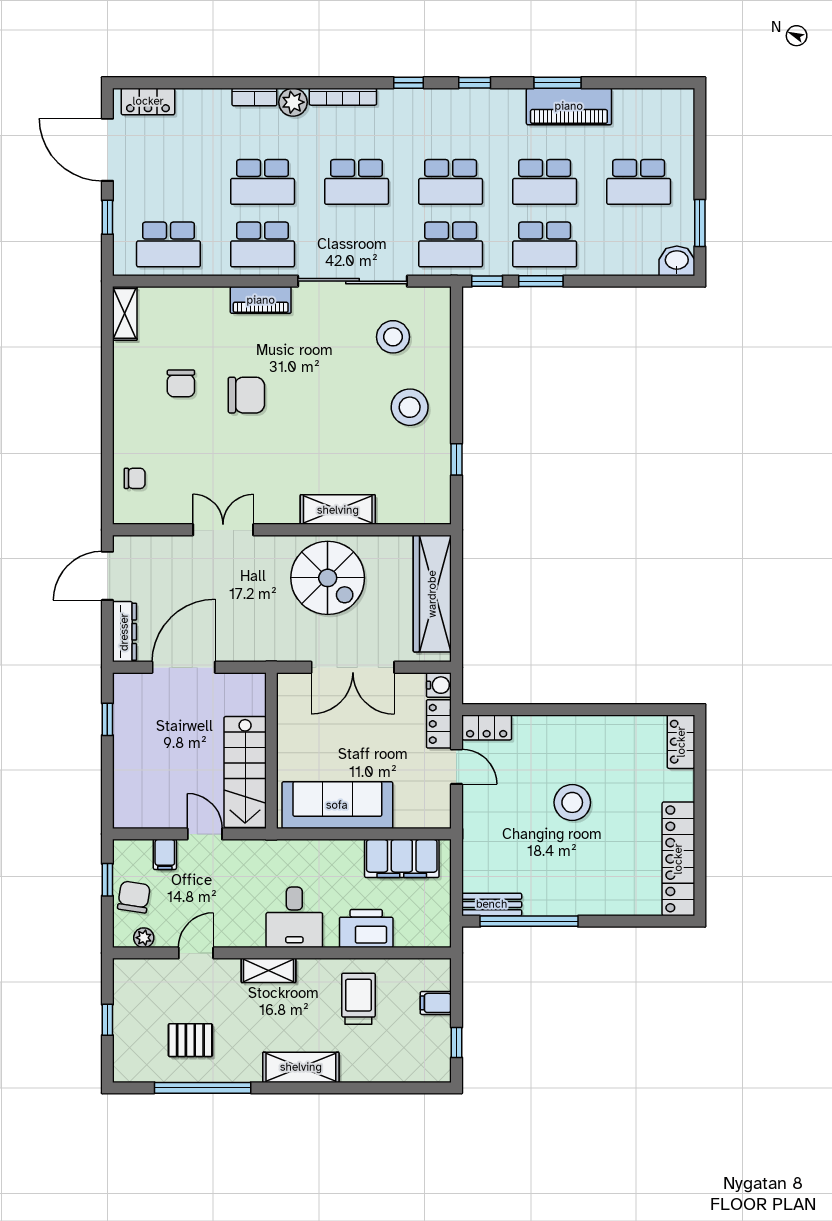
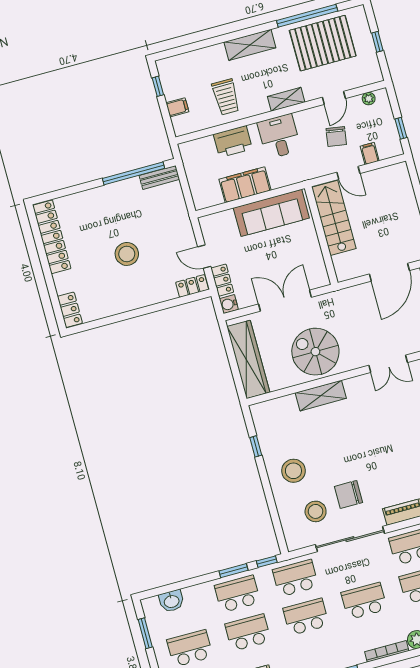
washbasin: (677, 261) -> (171, 601), moved
chair: (246, 395) -> (348, 494), moved
filing cabinet: (402, 858) -> (245, 185), moved
chair: (134, 897) -> (336, 136), moved
pallet: (190, 1040) -> (323, 43), width x2.05, depth x2.00

